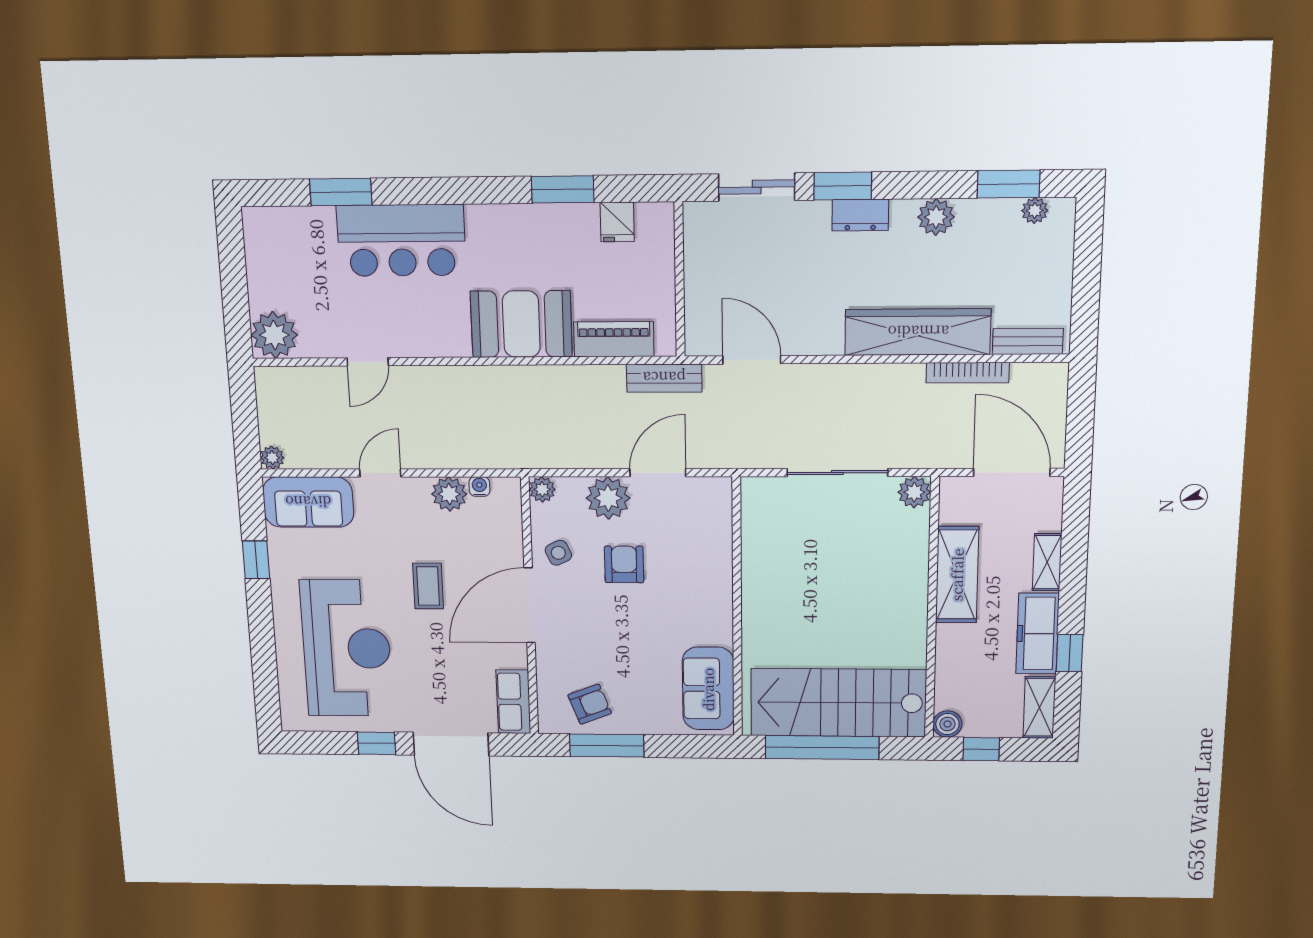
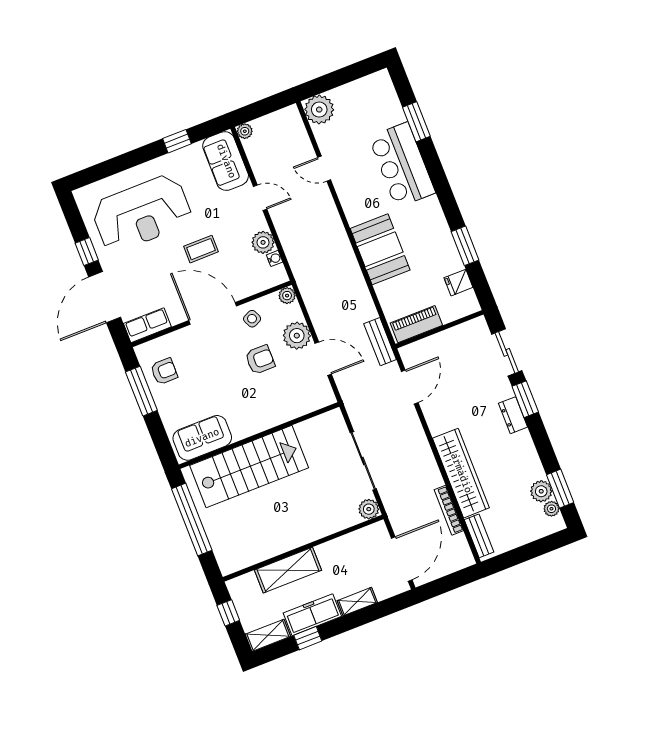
plant: (936, 217) -> (541, 491), moved
piano: (614, 339) -> (416, 324), moved, turned -90
shelving: (957, 575) -> (288, 570), moved
stairs: (838, 703) -> (249, 467), moved, turned 90
armchair: (590, 704) -> (164, 371), turned -69
boiler: (947, 724) -> (236, 587), removed

